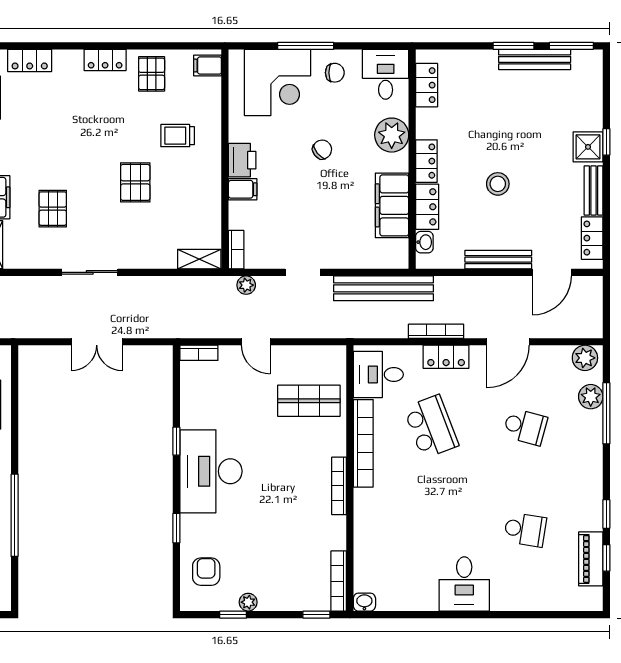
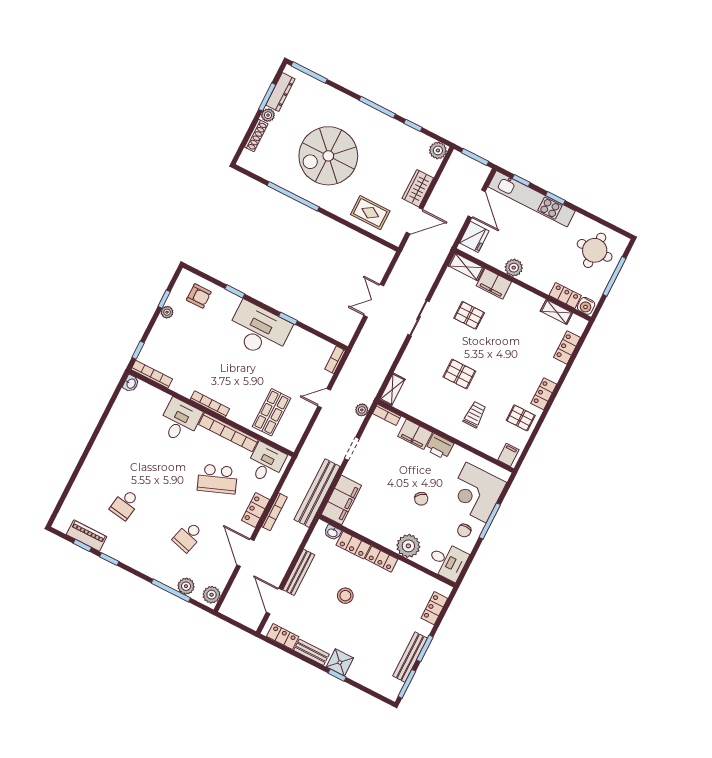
locker: (427, 85) -> (434, 608), moved, turned 90
filing cabinet: (243, 189) -> (415, 434), width x2.00
filing cabinet: (392, 205) -> (341, 500), moved, turned 90
desk: (464, 584) -> (180, 421), moved, turned 90

